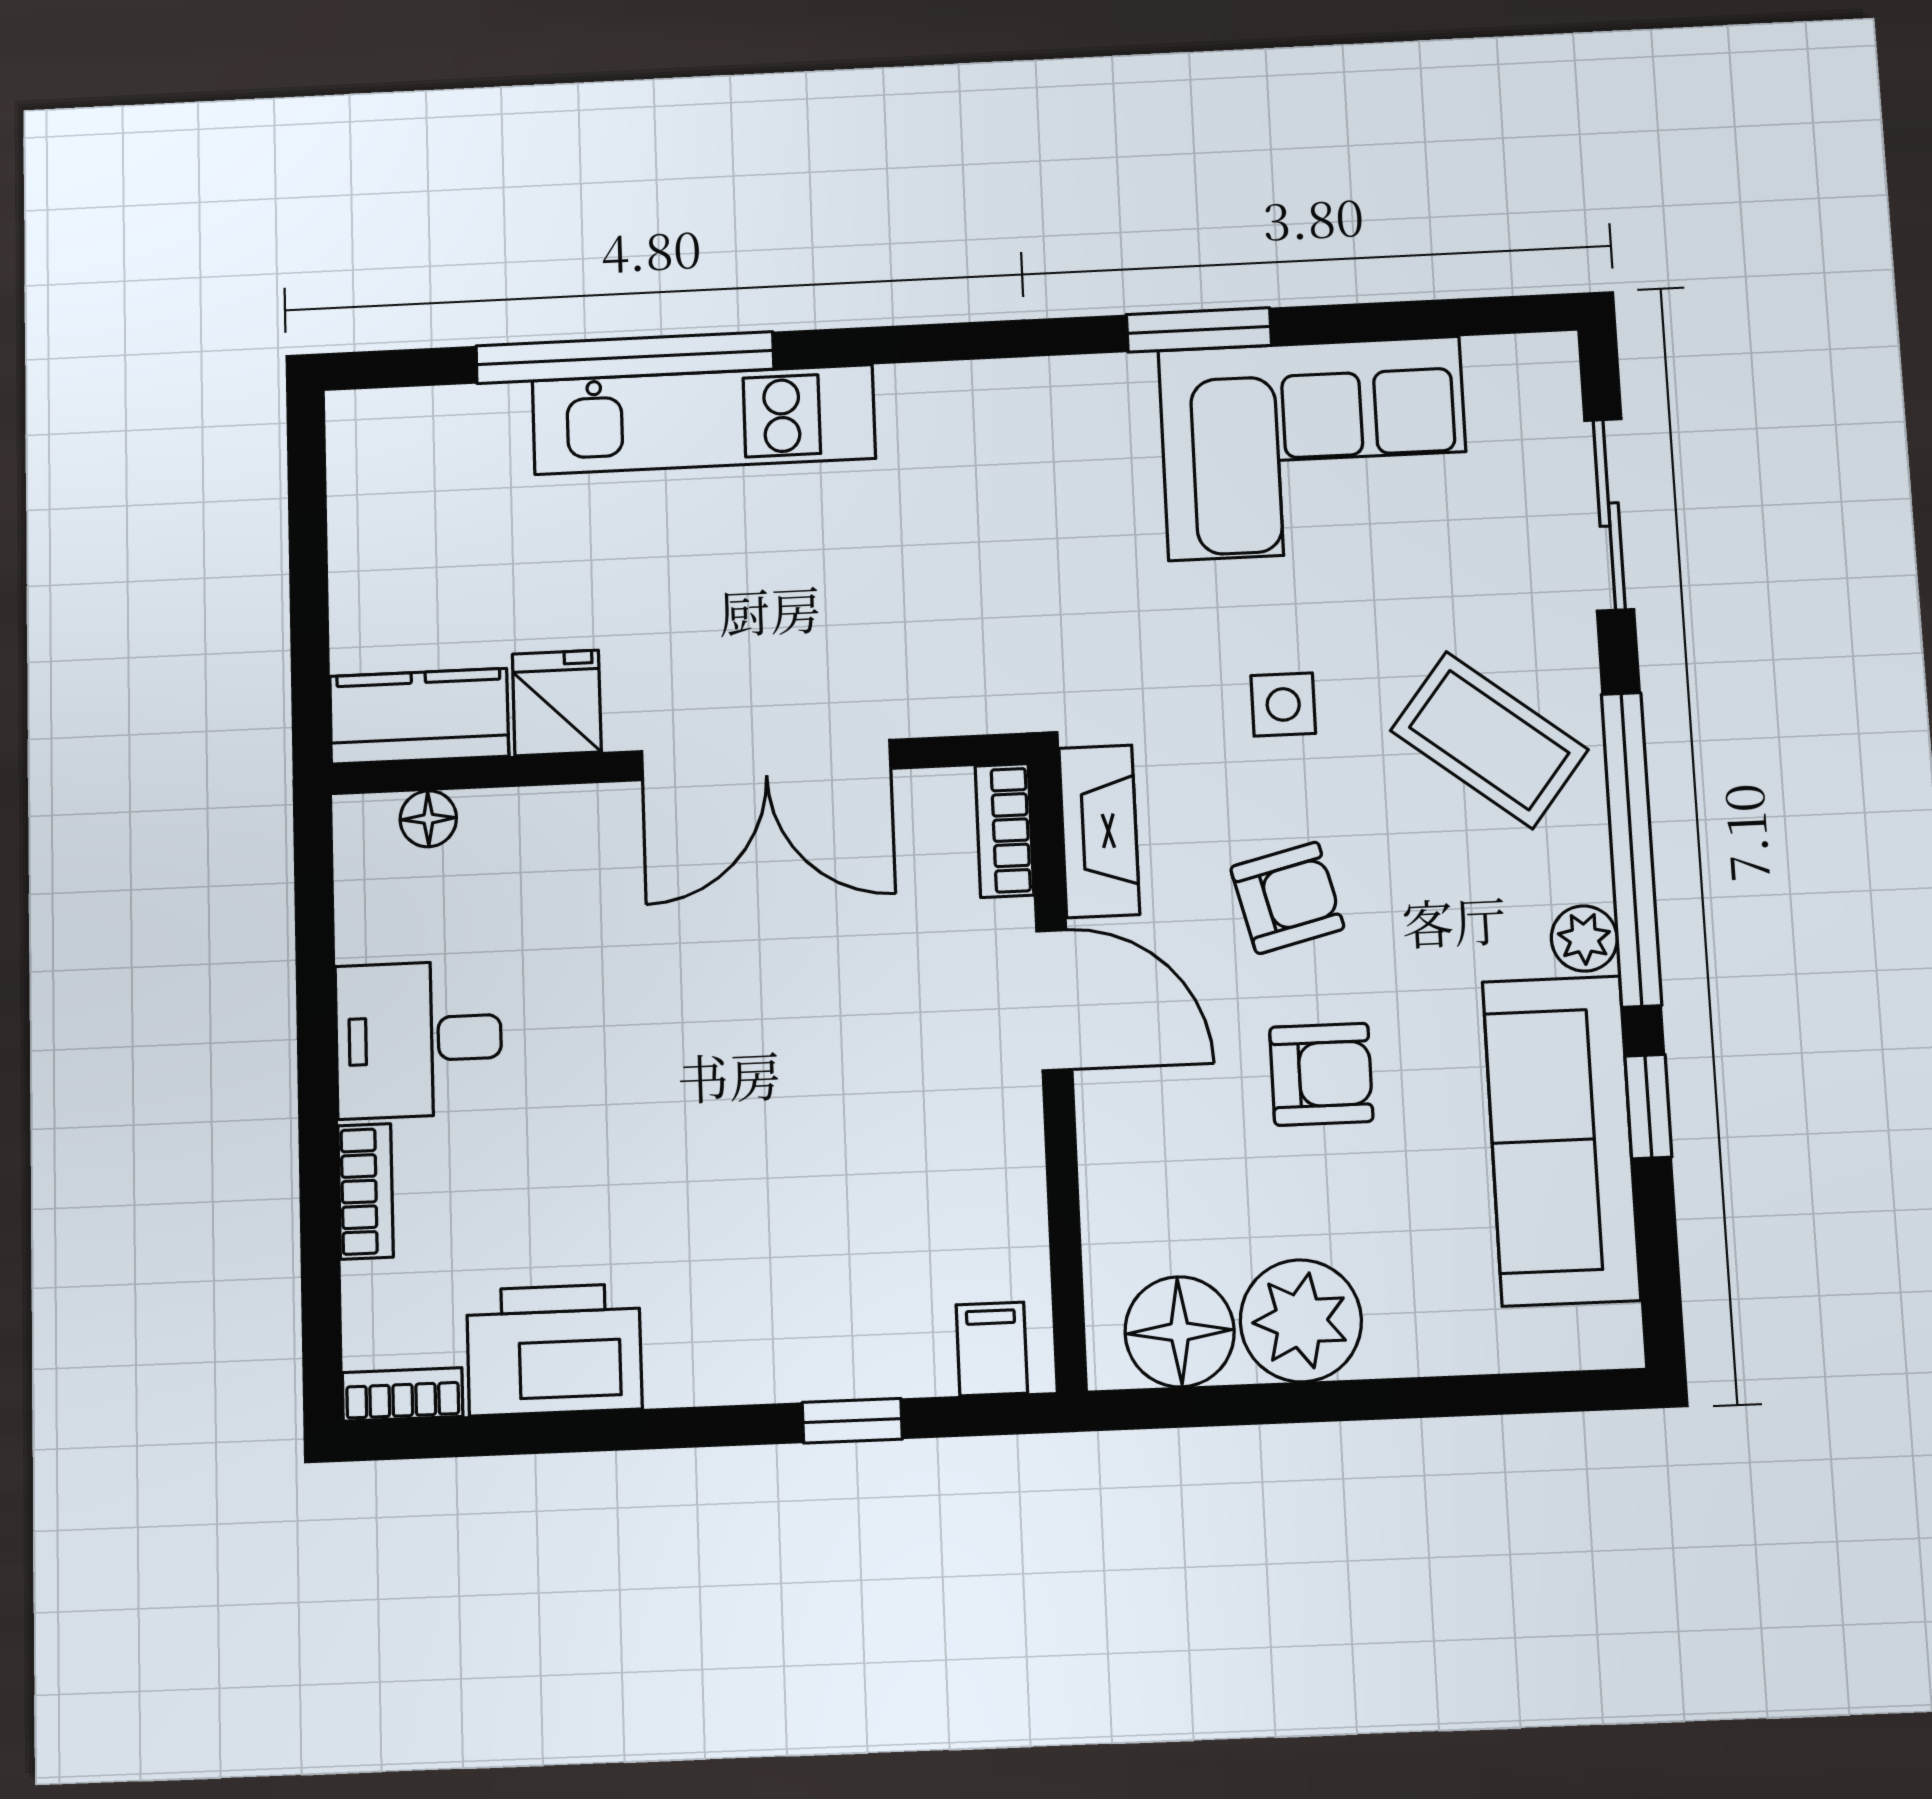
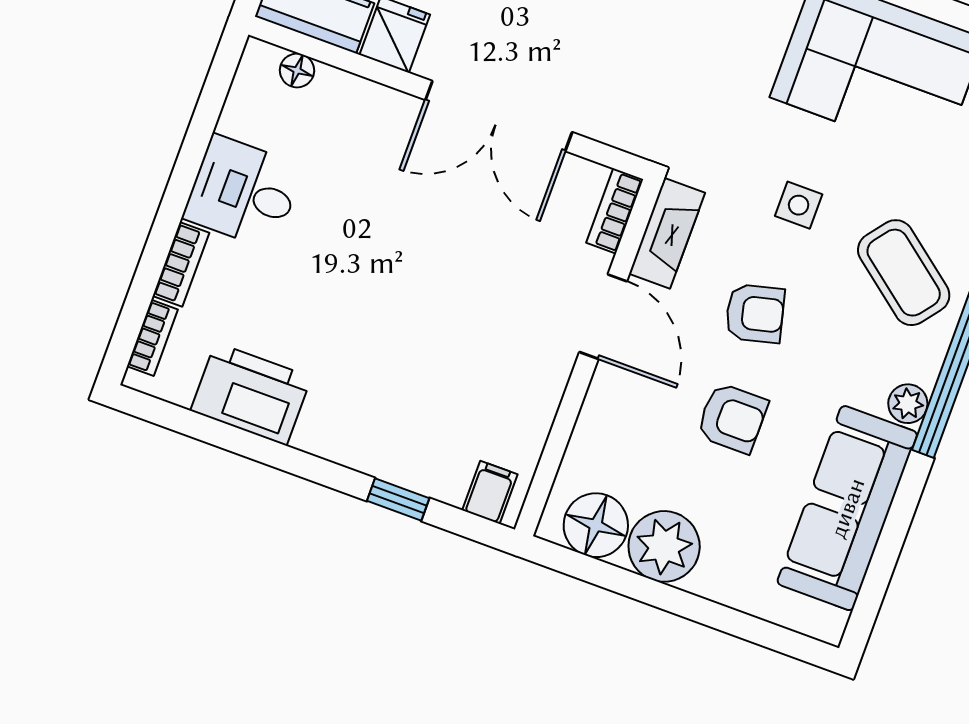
window: (1648, 1106) -> (903, 509), removed
bookcase: (403, 1394) -> (152, 338), moved, turned 90

